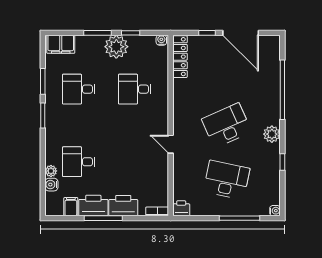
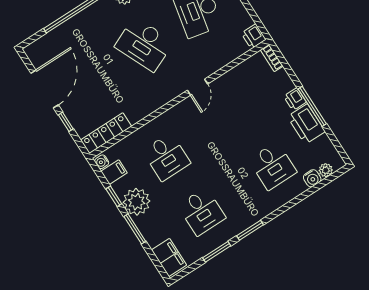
plant: (51, 171) -> (326, 170), moved
printer: (123, 206) -> (295, 99), width x0.53, depth x0.68
filing cabinet: (71, 207) -> (114, 172), moved, turned 180

